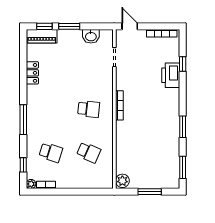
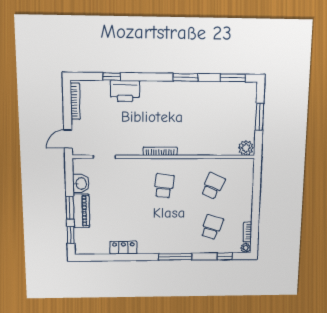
piano: (42, 36) -> (81, 211), moved

